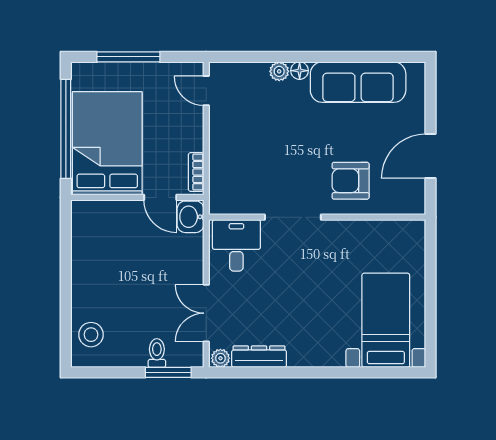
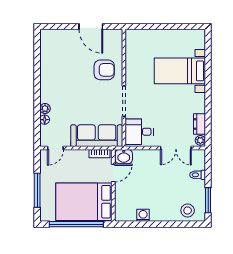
floor lamp: (300, 71) -> (45, 120), moved
sofa: (358, 82) -> (97, 136), moved, turned -90
armchair: (351, 181) -> (104, 70), turned -90
washing machine: (82, 252) -> (143, 215), added
bed with nightstands: (386, 320) -> (180, 71), moved
dresser: (259, 357) -> (200, 124), width x0.70
window: (168, 372) -> (208, 200), moved

